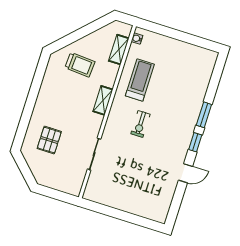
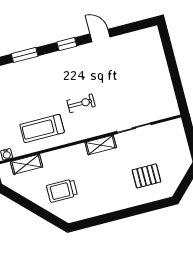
trolley: (80, 65) -> (62, 191), turned -94
shelving: (103, 100) -> (101, 145), moved
window: (204, 115) -> (25, 55), moved

